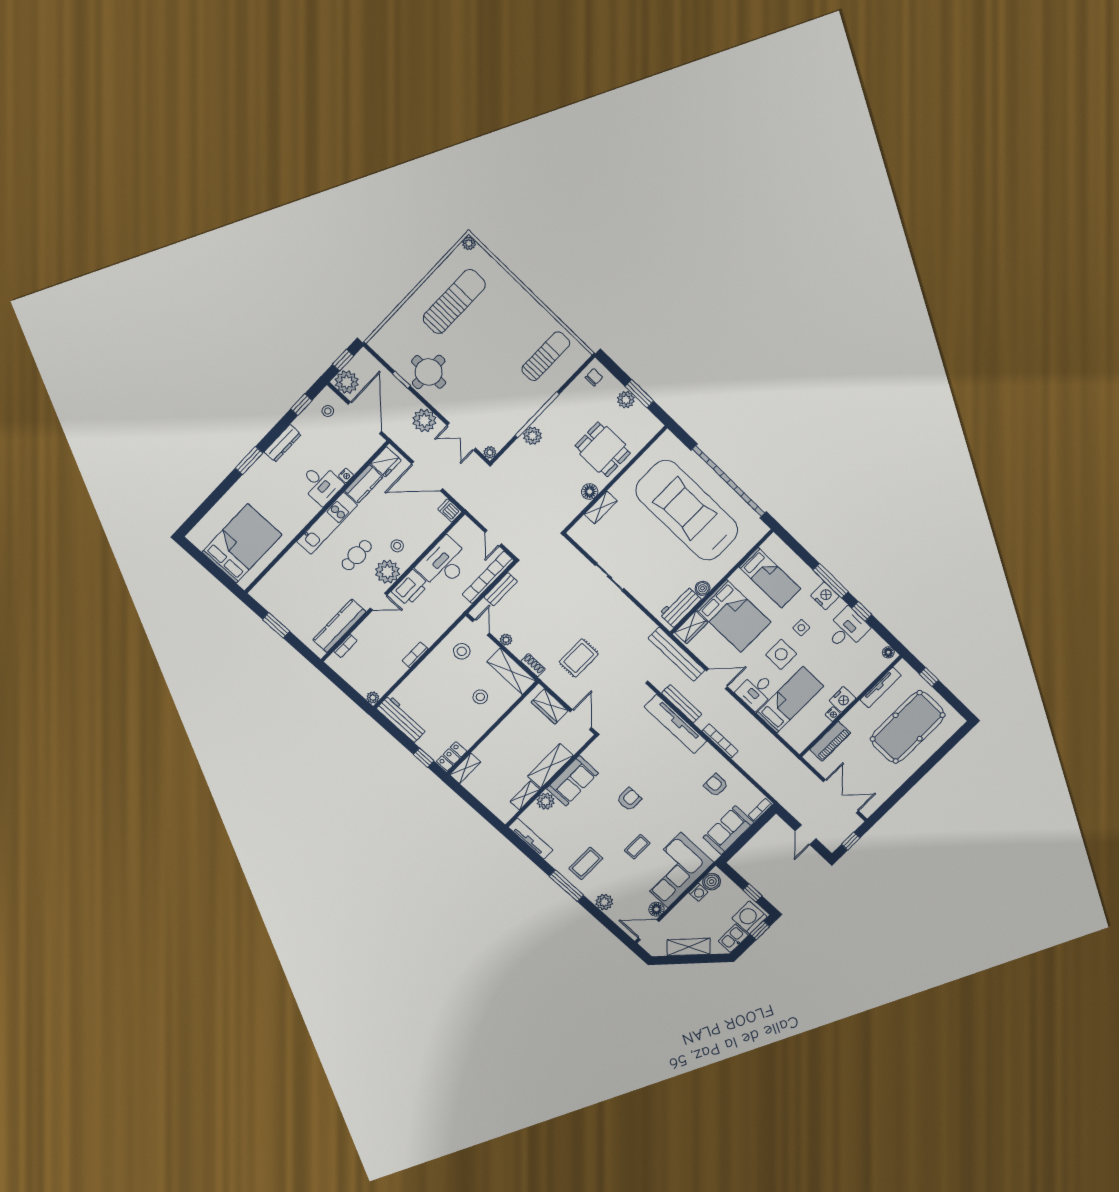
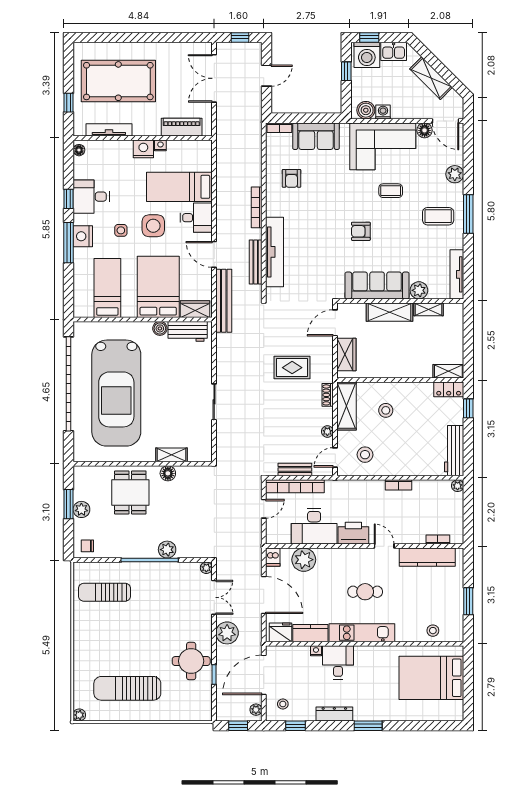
plant: (347, 382) -> (256, 710), width x0.53, depth x0.53
stool: (397, 546) -> (433, 631), moved
plant: (387, 572) -> (304, 560), moved
sofa: (573, 781) -> (377, 285), width x1.36

